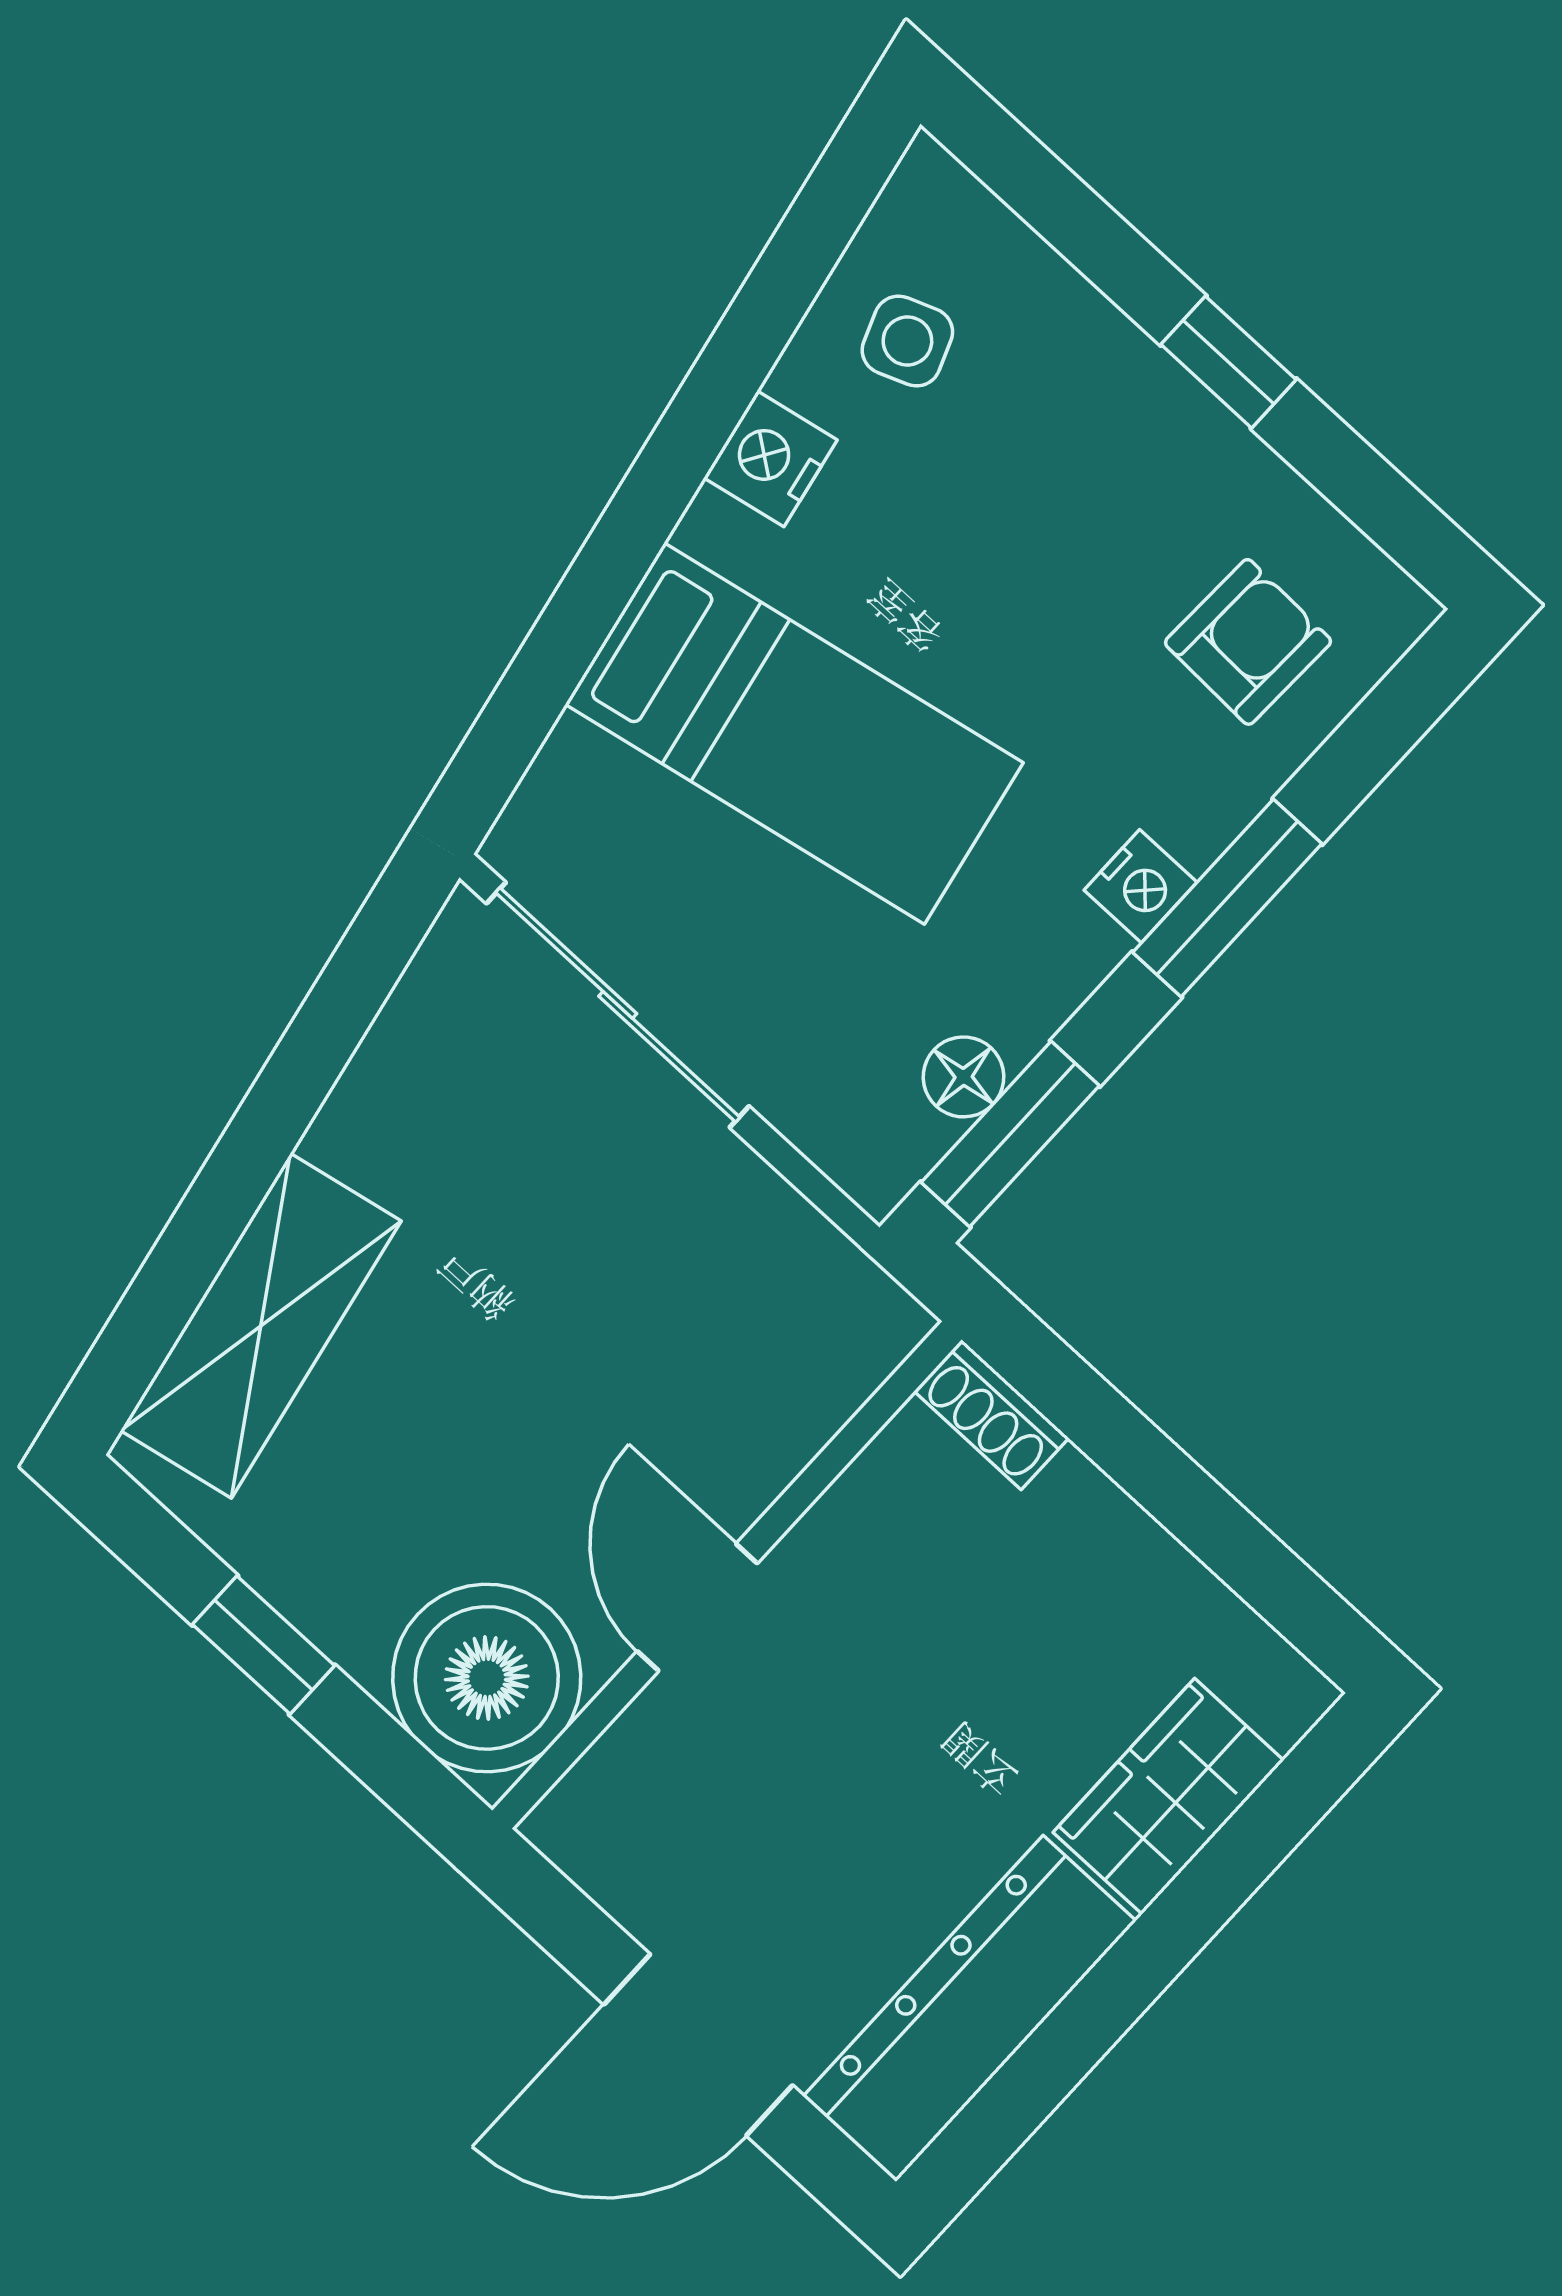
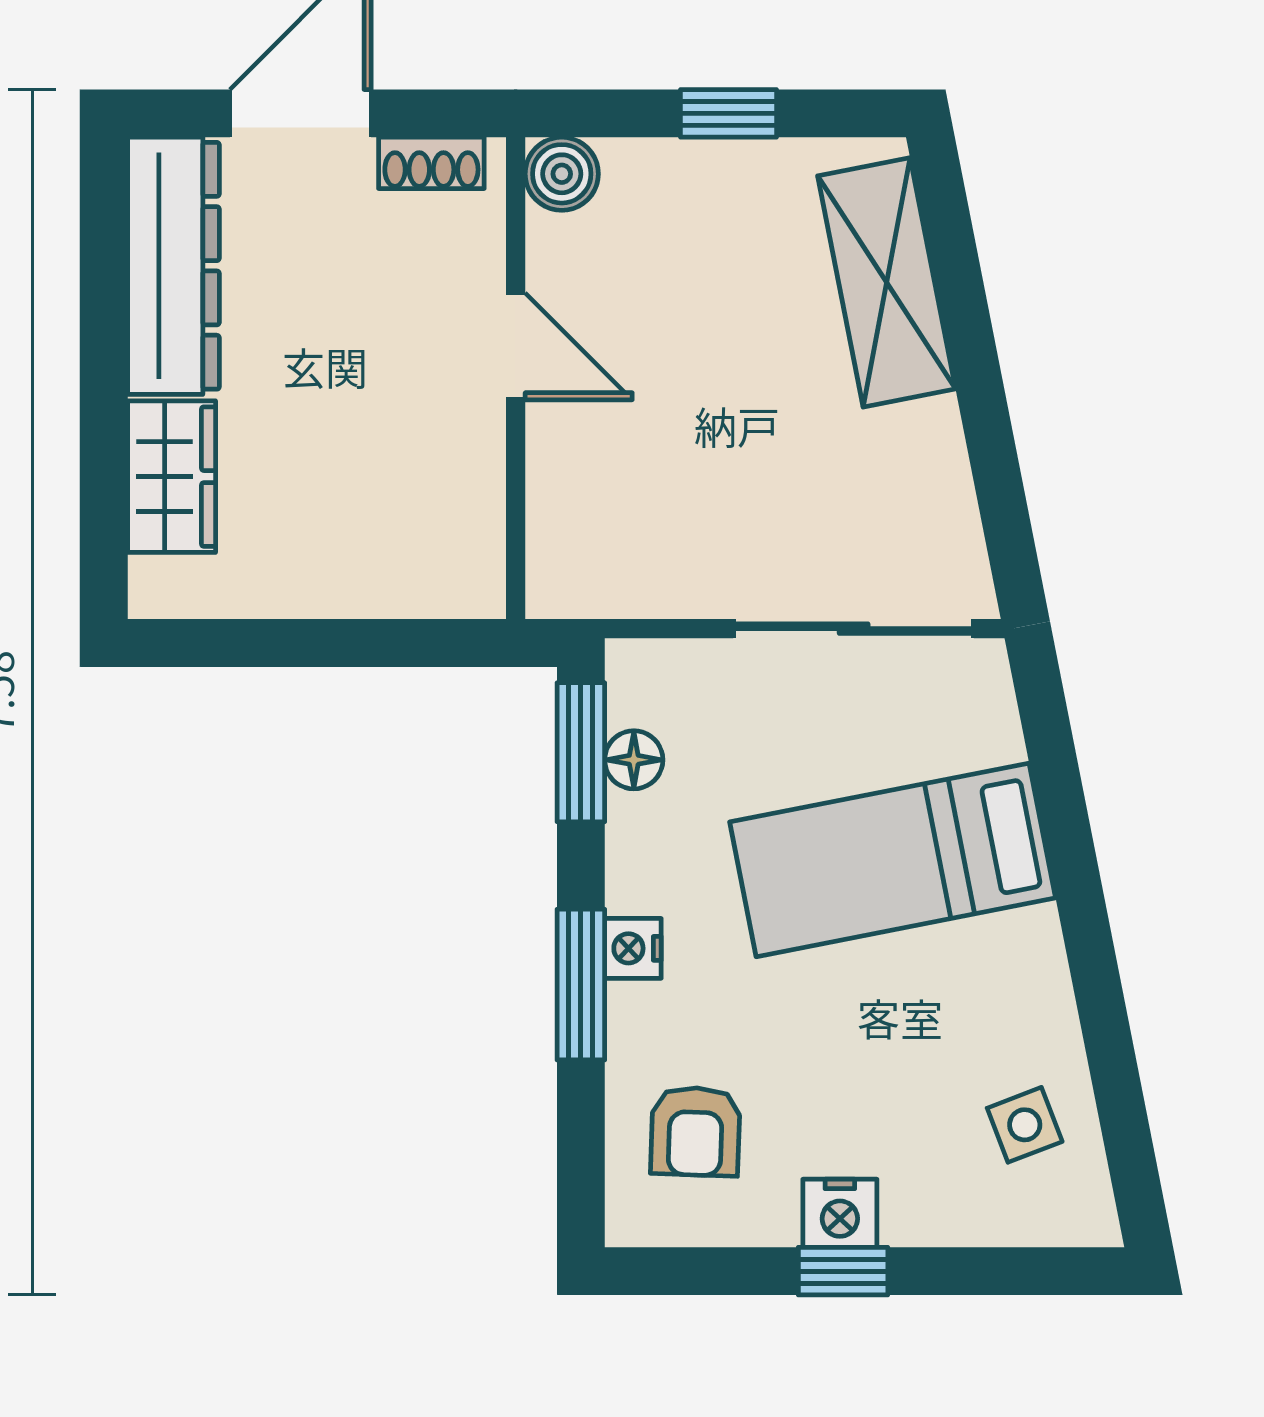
nightstand: (770, 459) -> (840, 1213), moved, turned 101
shoe rack: (991, 1414) -> (431, 163), moved, turned 180
boiler: (487, 1678) -> (562, 174), width x0.54, depth x0.54

